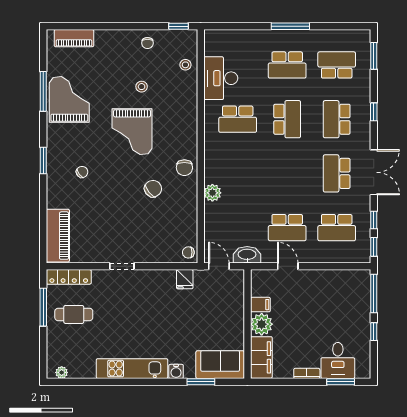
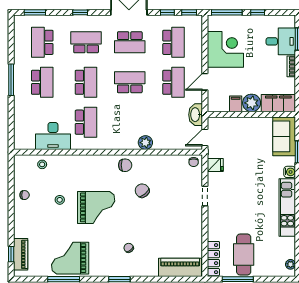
window: (179, 26) -> (11, 254), moved
school desk: (287, 119) -> (86, 82), turned 90
school desk: (337, 119) -> (86, 42), turned 180
school desk: (287, 173) -> (130, 82), added
doorway: (122, 266) -> (205, 196), moved
corner desk: (328, 292) -> (225, 49), added
cafe table: (74, 314) -> (244, 254), width x1.37, depth x1.35

